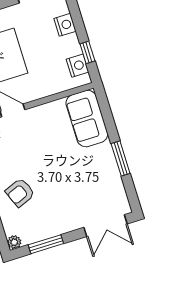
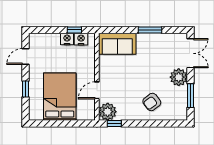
nightstand: (65, 25) -> (67, 39), moved
armchair: (20, 193) -> (152, 102), turned 75
plant: (14, 242) -> (179, 77), moved, width x1.88, depth x1.88

